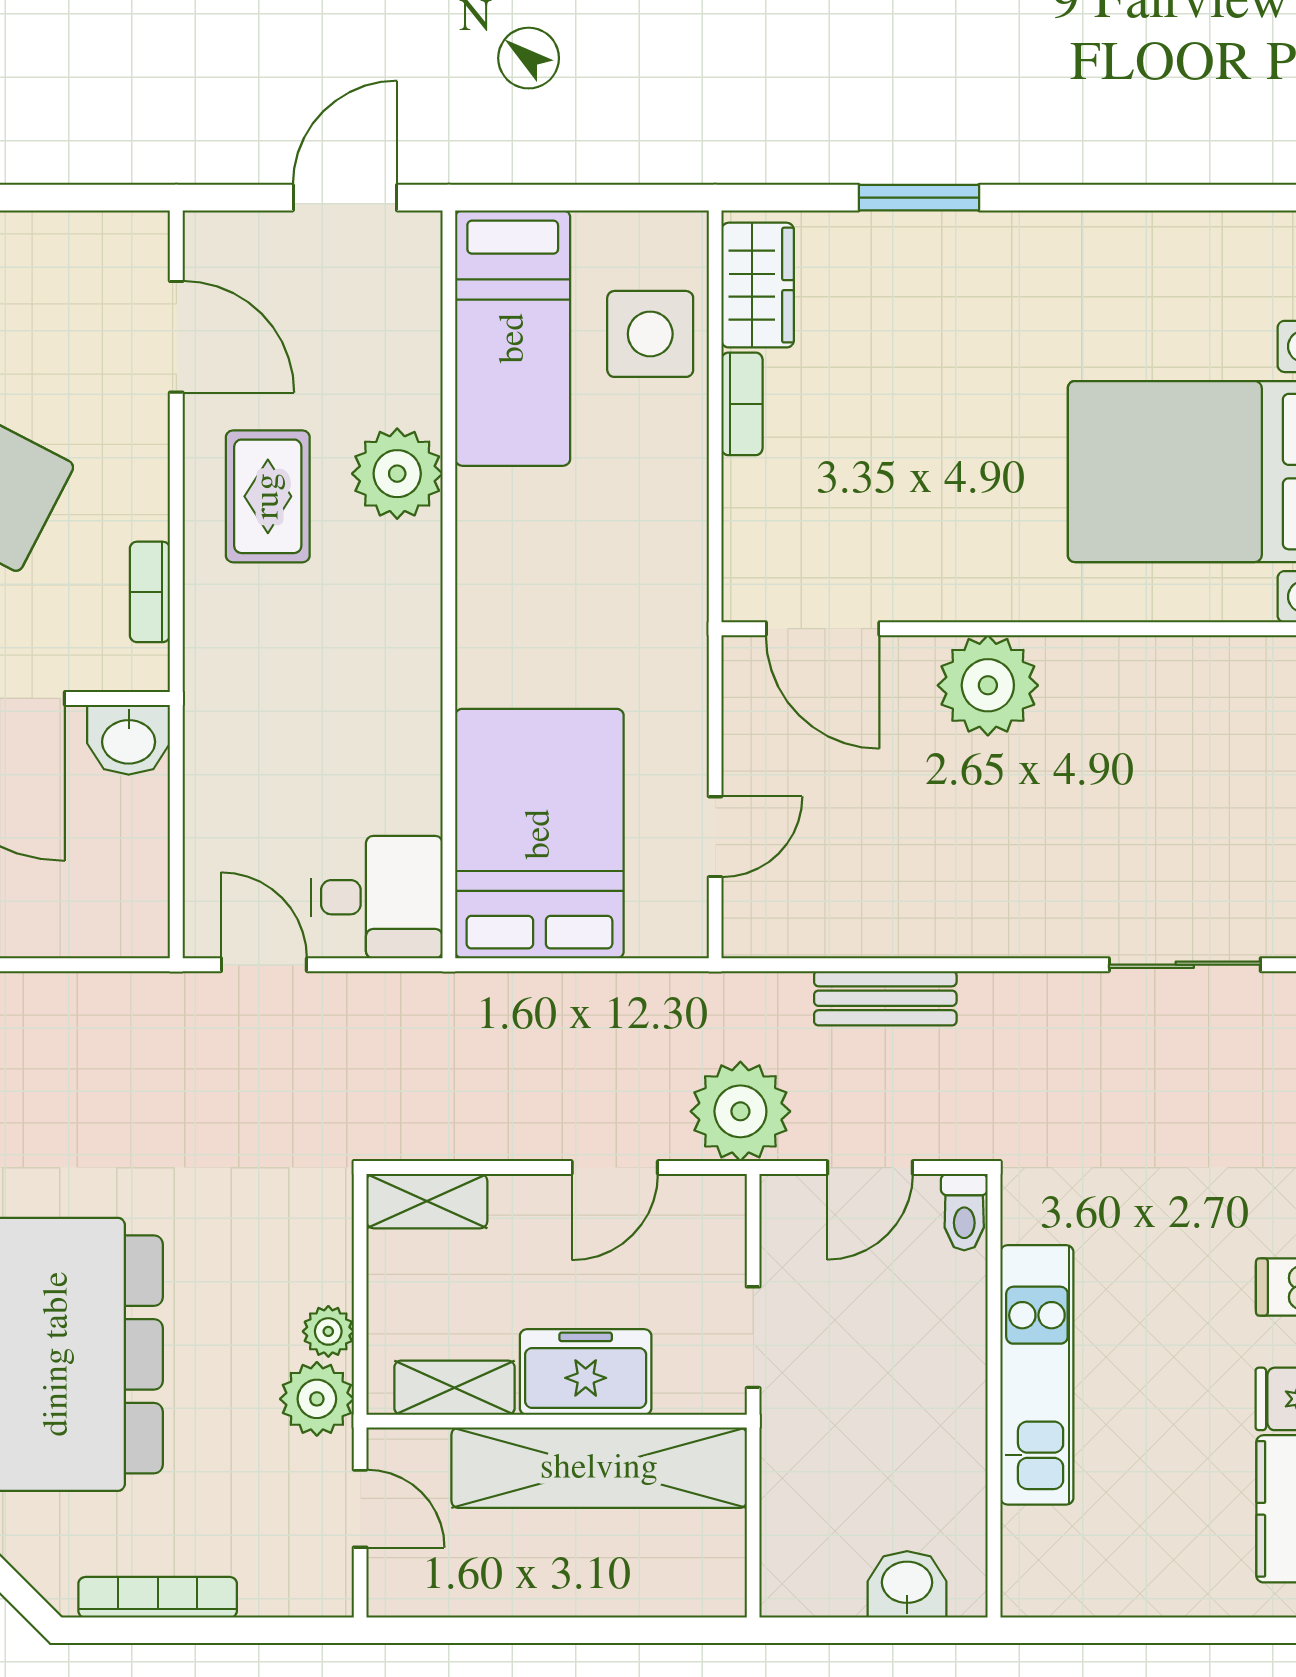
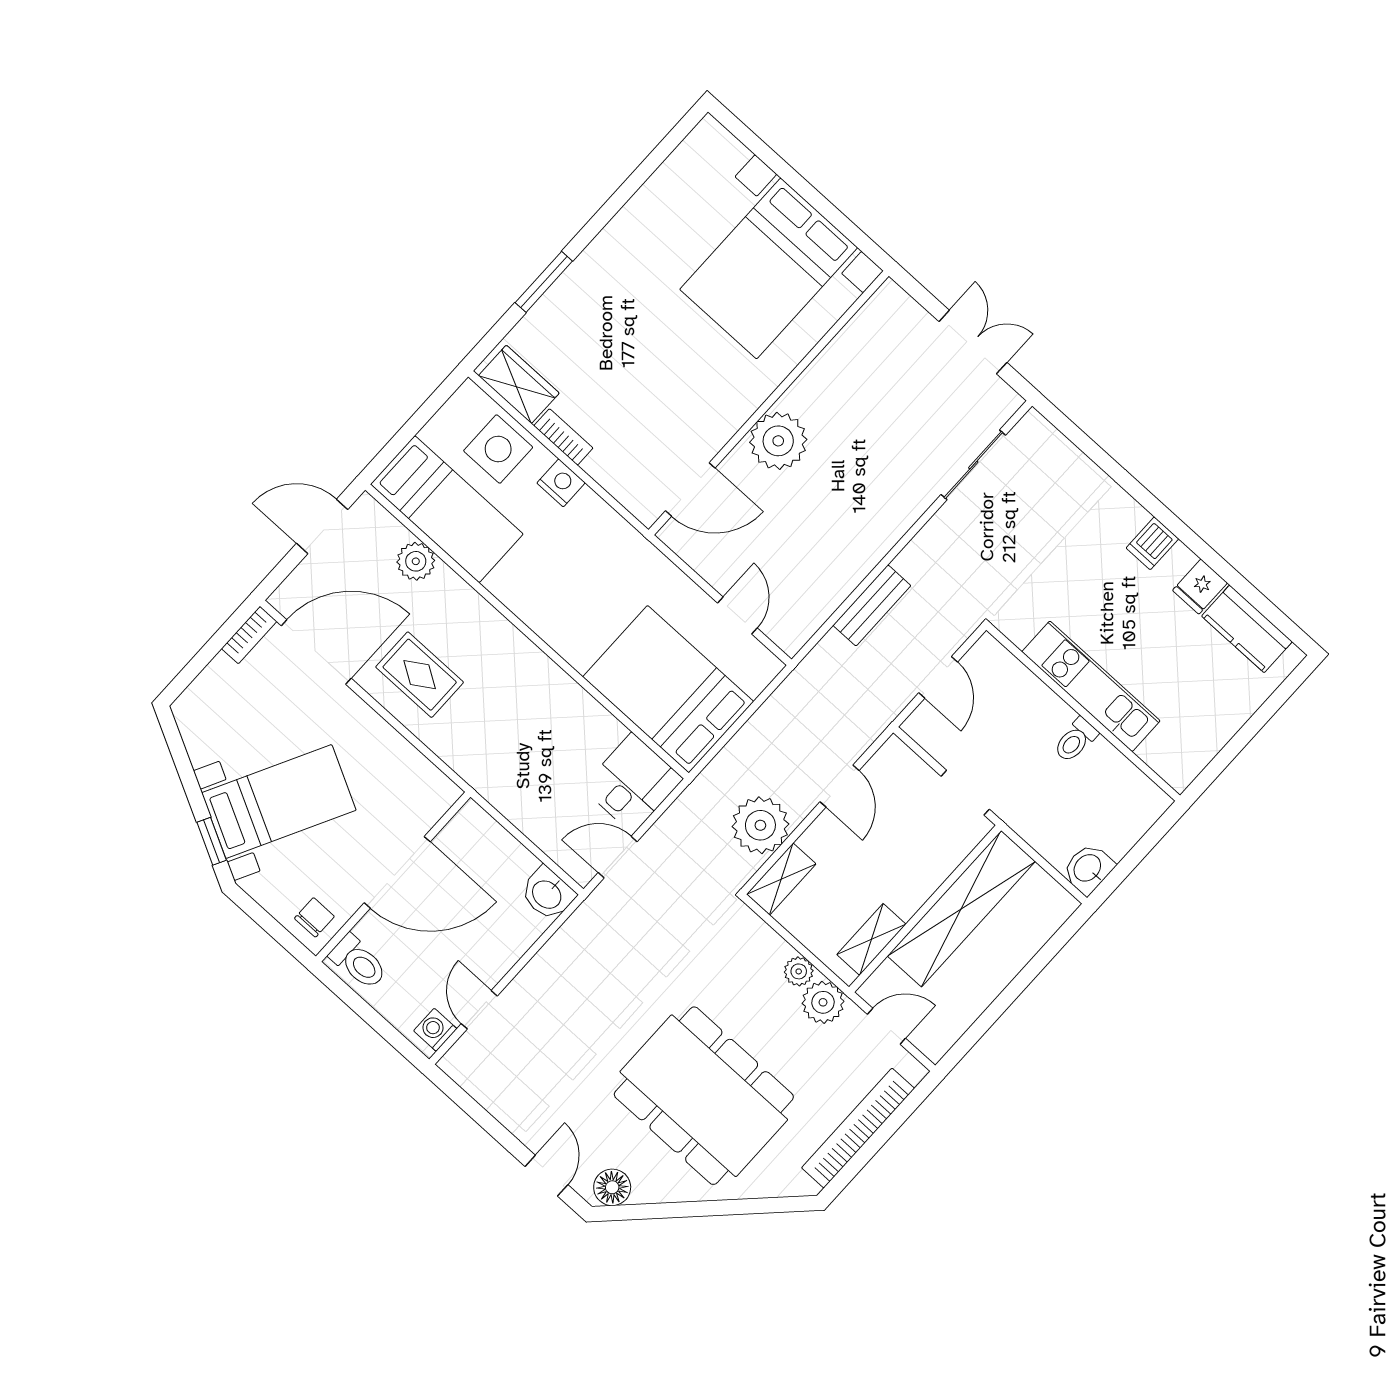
door: (345, 198) -> (322, 526), hinge flipped
door: (176, 337) -> (316, 652), width x1.36
nightstand: (680, 455) -> (561, 483), added
plant: (397, 474) -> (416, 561), moved, width x0.73, depth x0.73
bookcase: (150, 592) -> (249, 635), moved, turned -90
washbasin: (129, 740) -> (547, 894), moved, turned 90
plant: (740, 1111) -> (760, 825), moved
toilet: (964, 1212) -> (1075, 740), moved, turned 90
freezer: (586, 1372) -> (915, 877), removed
washbasin: (907, 1584) -> (1088, 869), moved
bookcase: (158, 1597) -> (858, 1128), width x1.48, depth x1.31

